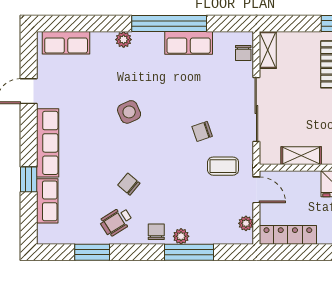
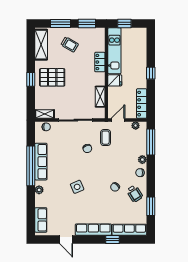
row of seats: (189, 43) -> (41, 162), width x1.48
row of seats: (47, 201) -> (129, 230), width x1.48
window: (189, 252) -> (151, 142), moved

